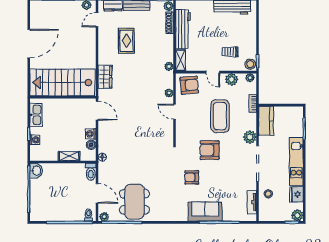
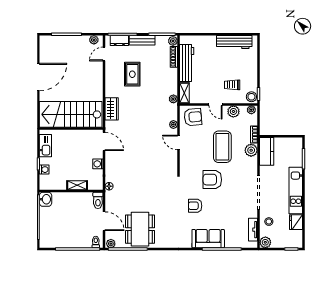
plant: (250, 137) -> (251, 150), moved
boiler: (91, 145) -> (98, 174), removed
plant: (297, 215) -> (265, 242), moved

